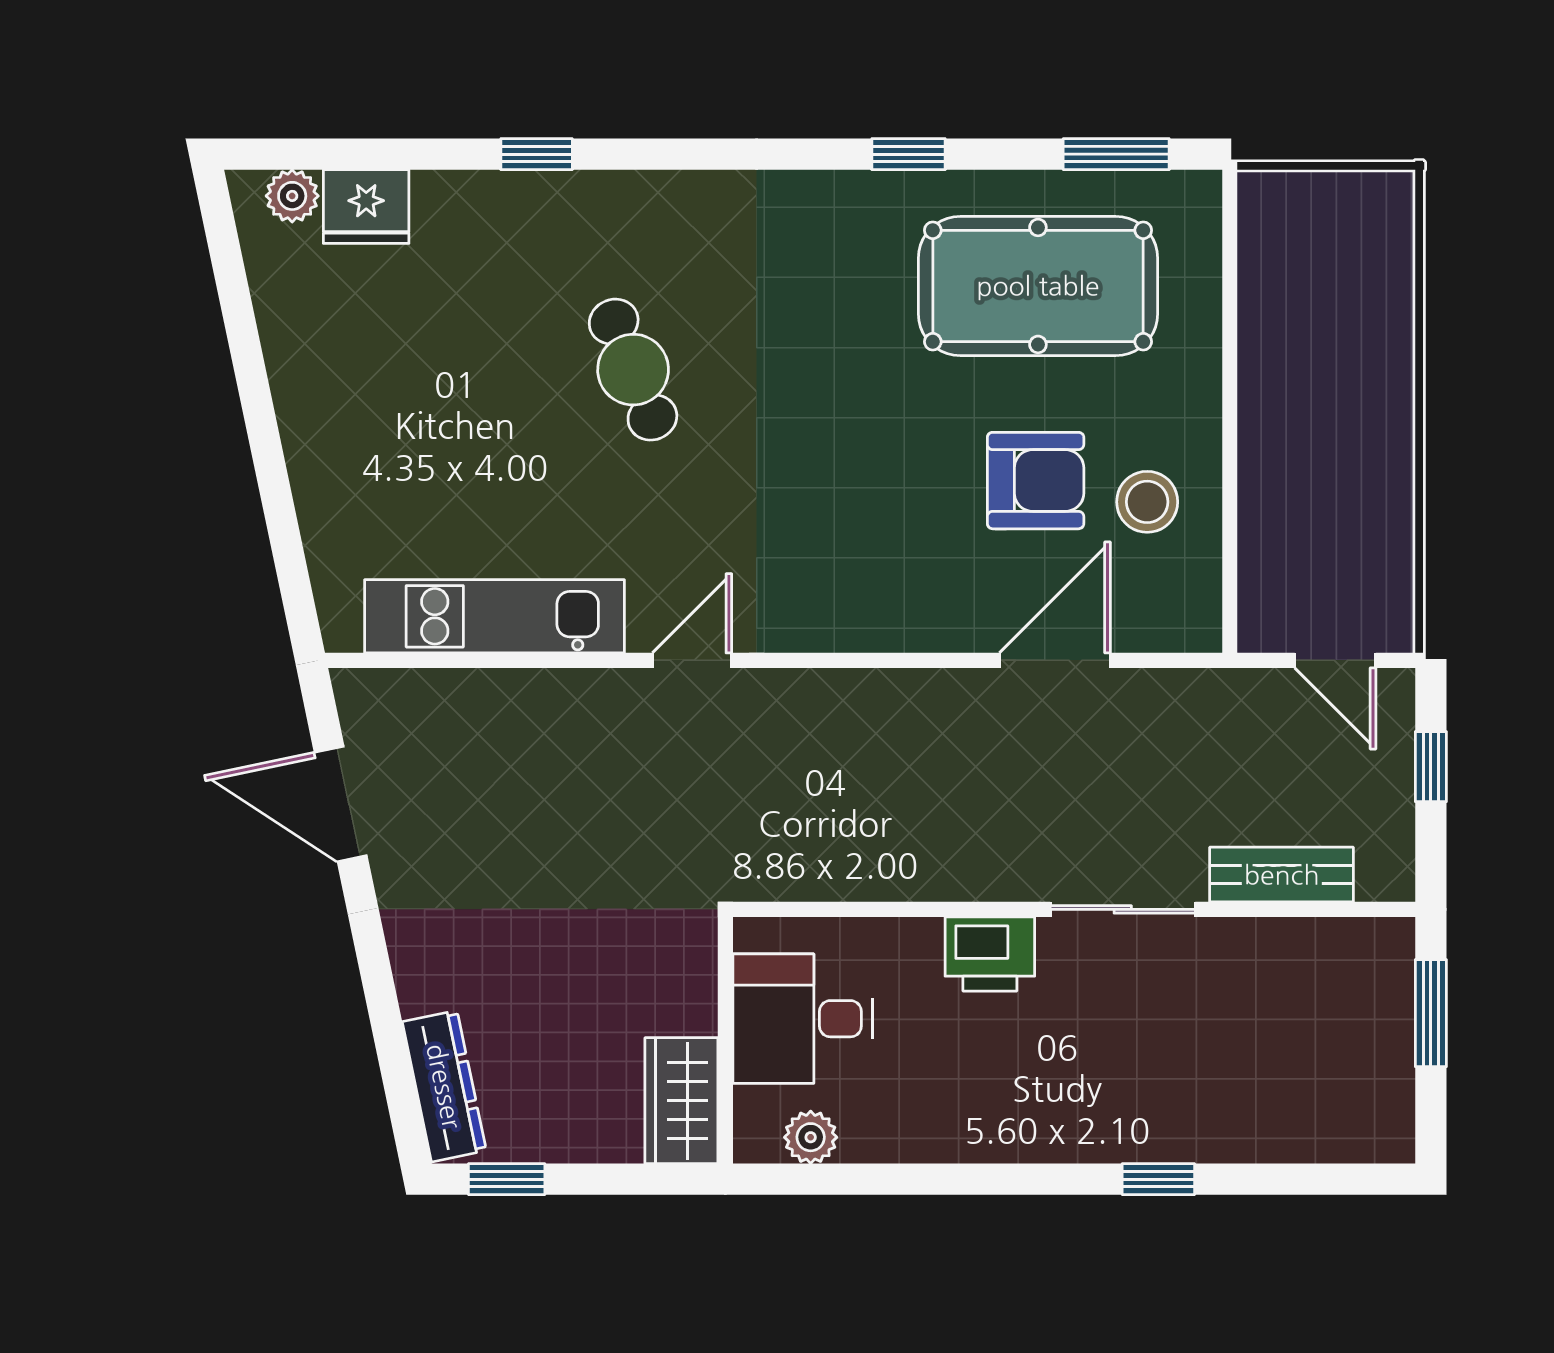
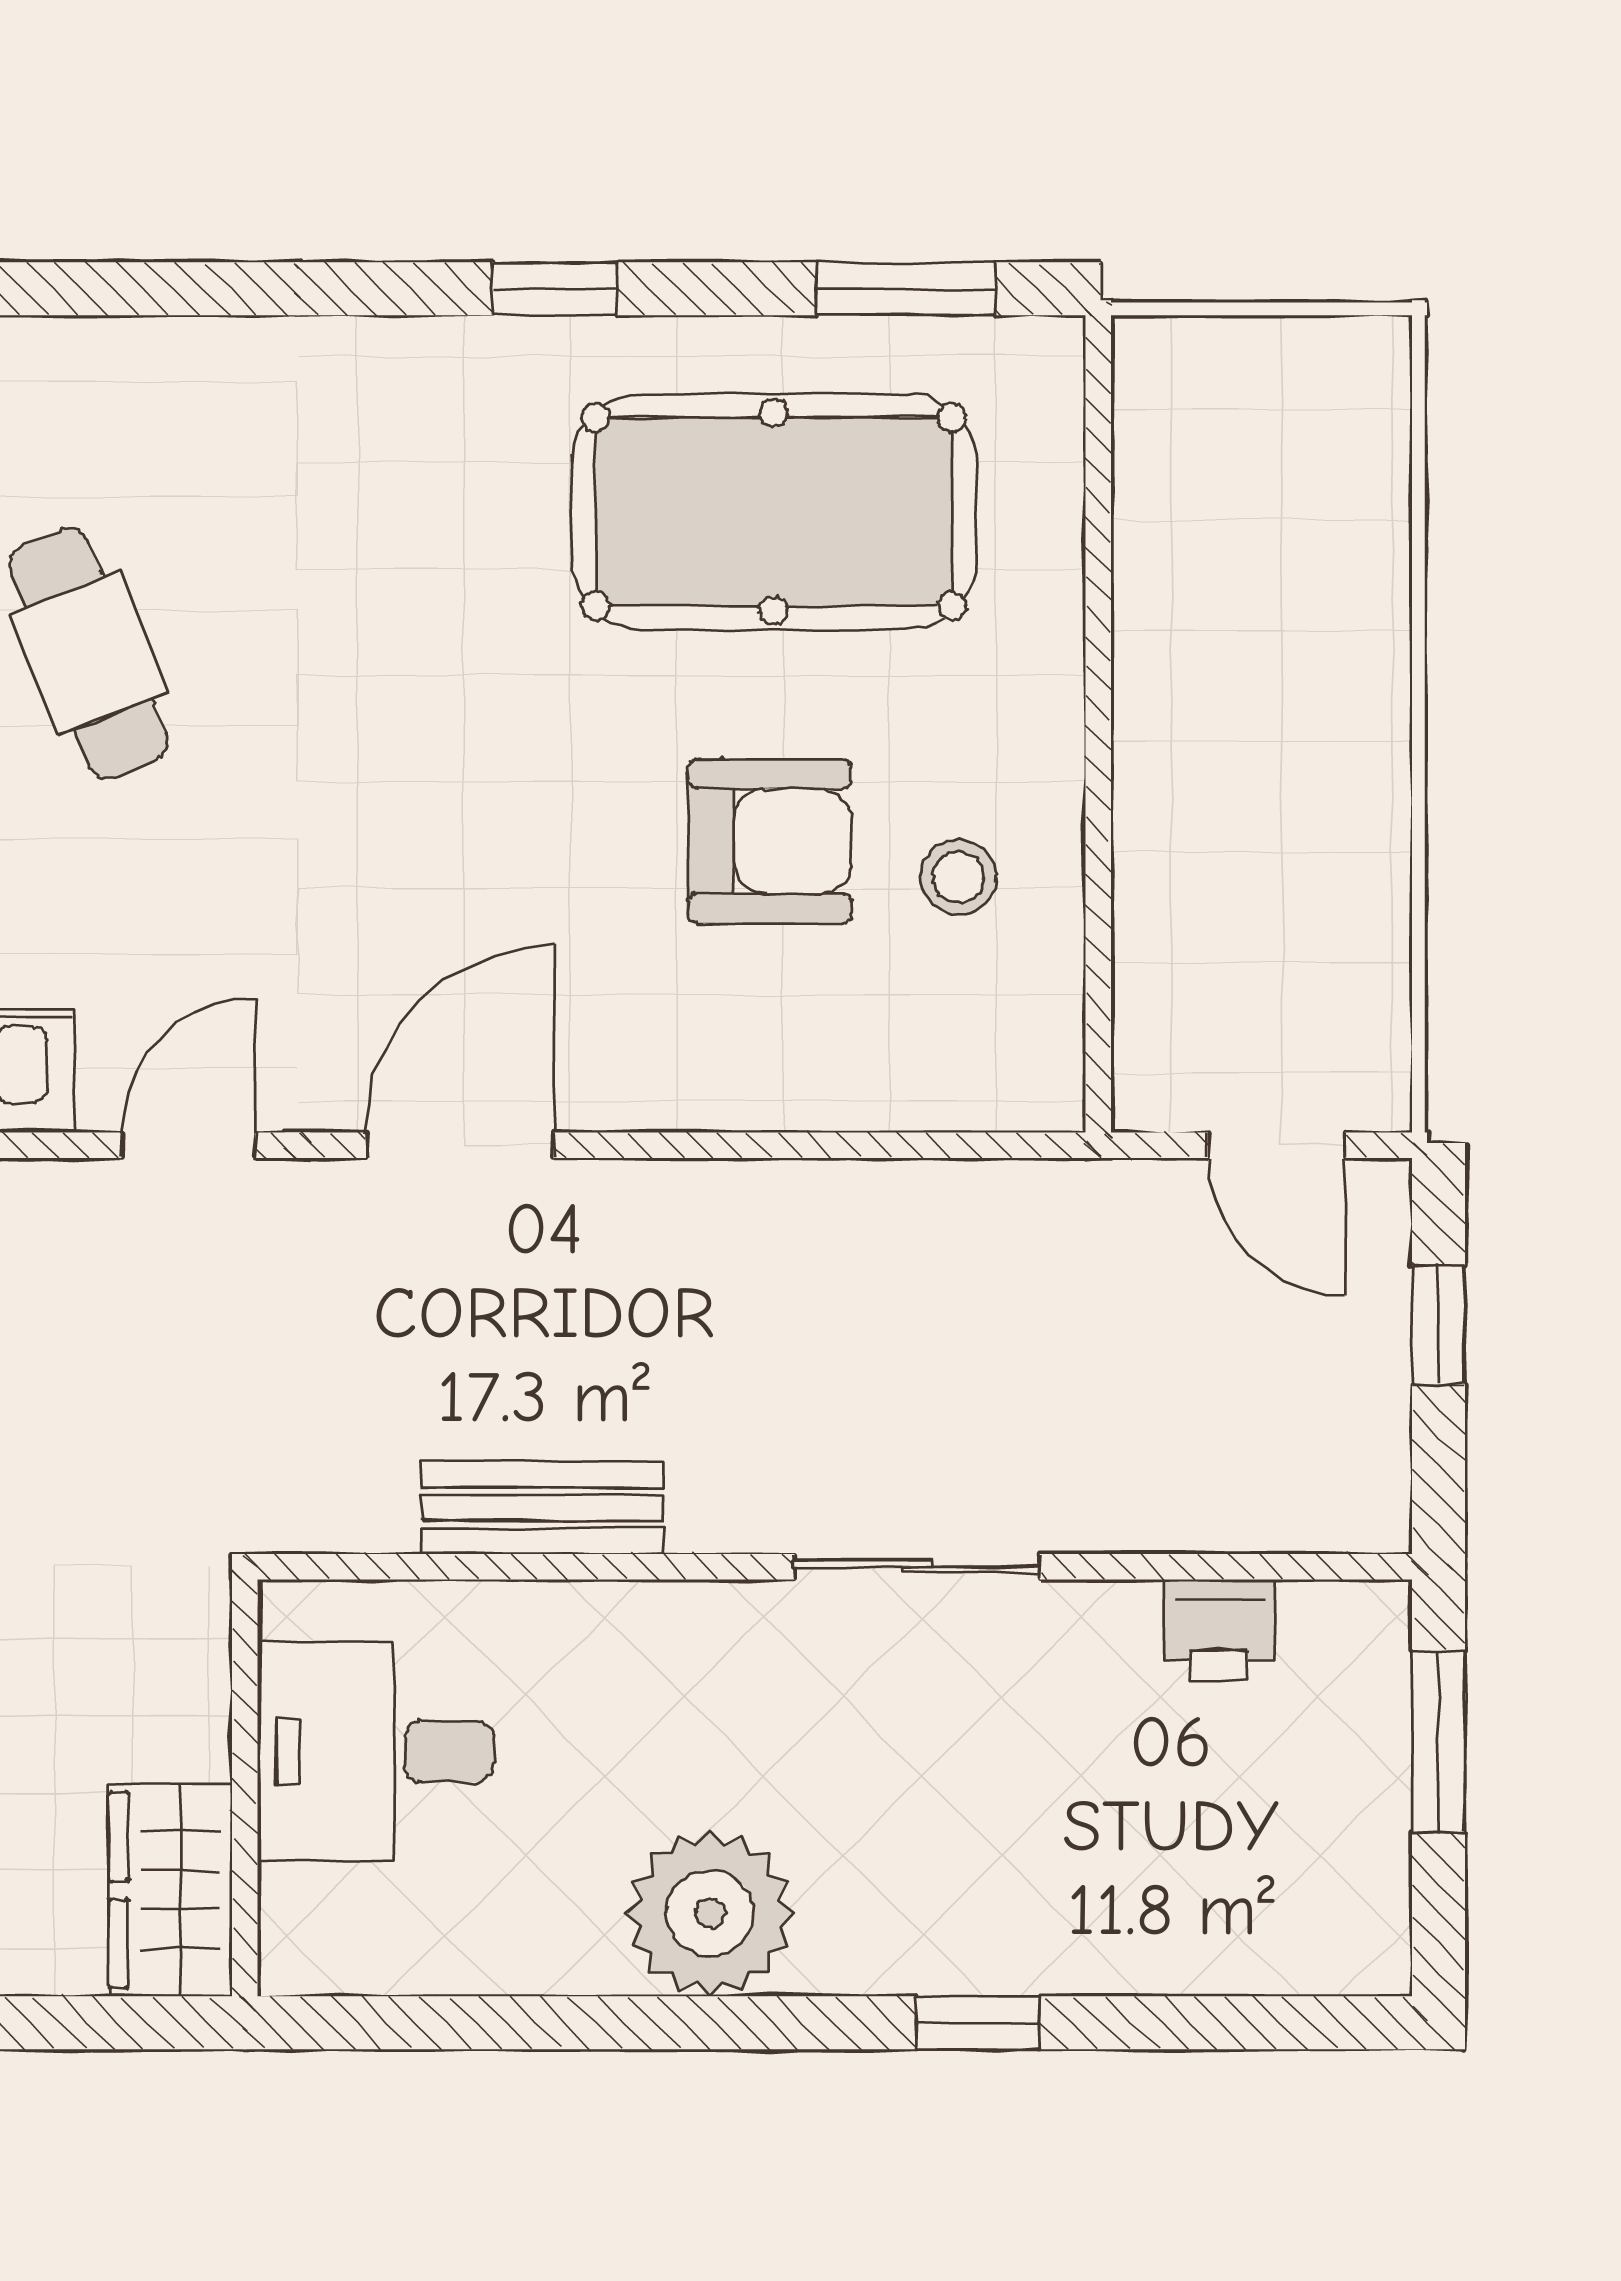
stool: (1147, 502) -> (958, 877), width x0.73, depth x0.73
door: (1055, 660) -> (460, 1145), moved
bench: (1282, 875) -> (542, 1508), moved
printer: (990, 954) -> (1219, 1630), moved, width x0.73, depth x0.81
plant: (811, 1137) -> (710, 1913), moved, width x1.87, depth x1.87

